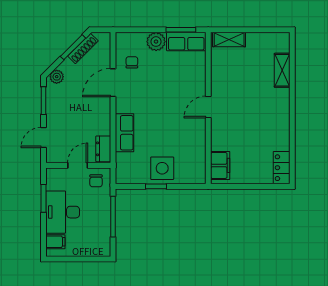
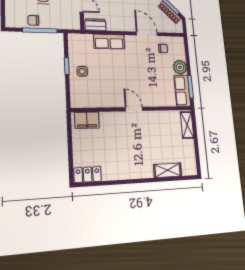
side table: (162, 168) -> (82, 71), width x0.54, depth x0.54
chair: (96, 181) -> (33, 20), moved

